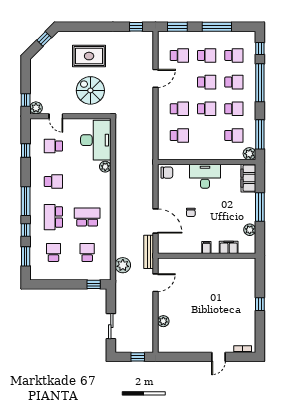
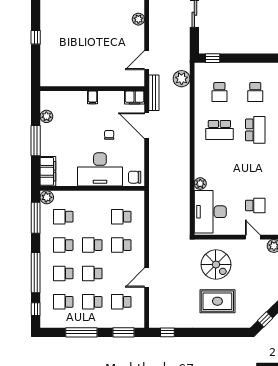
desk: (205, 176) -> (100, 169), width x1.36, depth x1.30
school desk: (53, 182) -> (255, 168), removed
filing cabinet: (229, 247) -> (135, 98), moved

